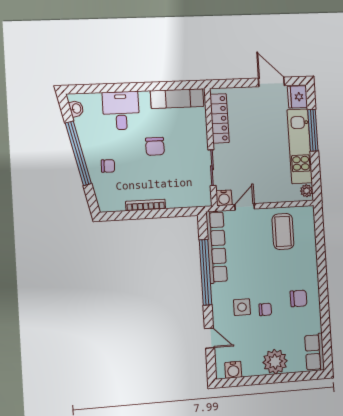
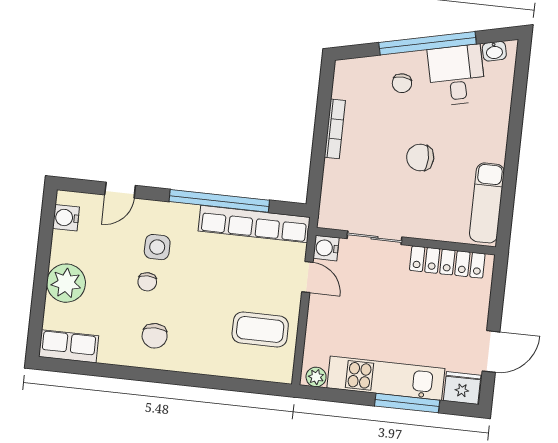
desk: (121, 111) -> (457, 75), moved, turned -103

